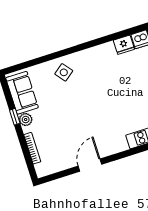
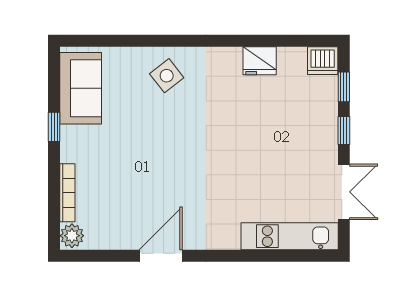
fridge: (124, 45) -> (260, 61), moved
plant: (26, 120) -> (72, 236), moved

